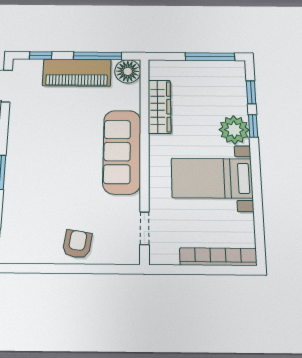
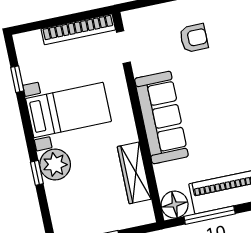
window: (251, 92) -> (17, 79), moved
armchair: (77, 244) -> (194, 38), moved, turned -99
bookcase: (218, 257) -> (78, 29), moved

